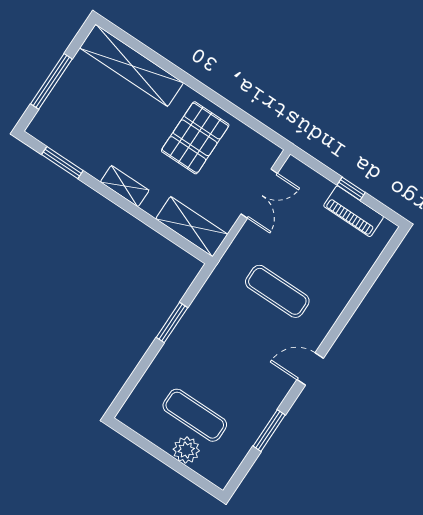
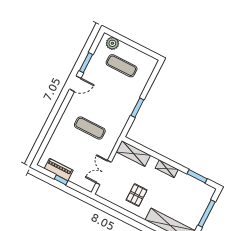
pallet: (195, 138) -> (137, 195), width x0.67, depth x0.71
door: (310, 369) -> (75, 84), moved
plant: (186, 450) -> (112, 43), moved

